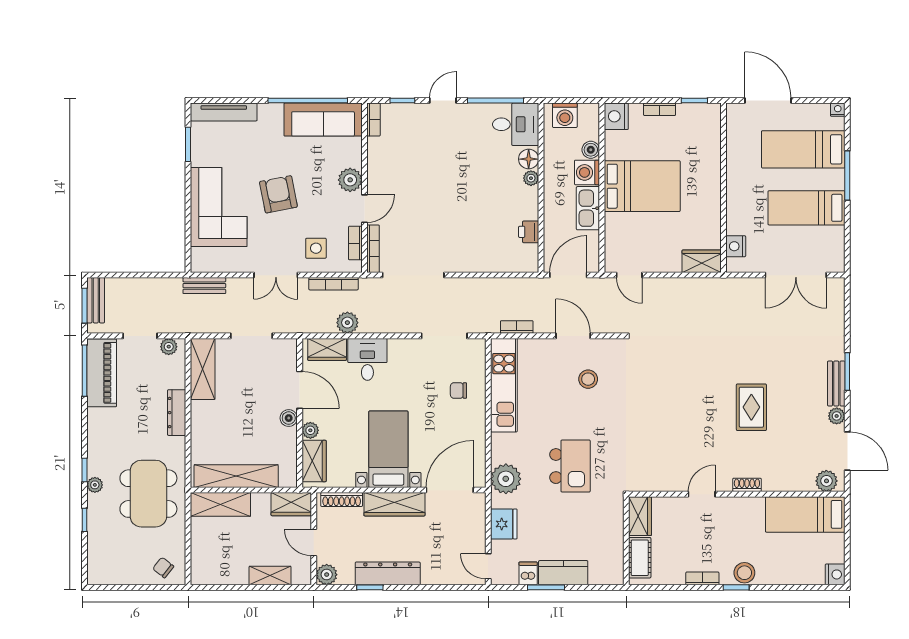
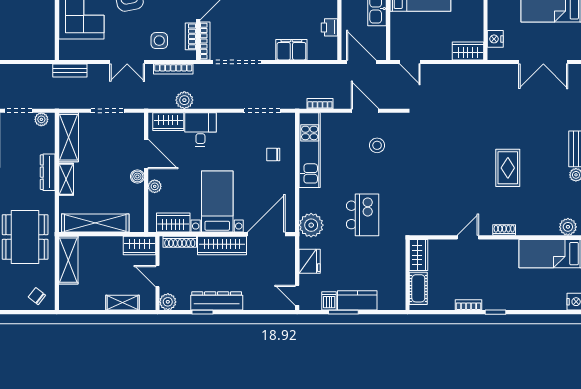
filing cabinet: (481, 260) -> (291, 50), added
door: (568, 275) -> (361, 62), hinge flipped
shelving: (200, 421) -> (66, 179), added
wardrobe: (314, 461) -> (173, 223), moved, turned -90
shelving: (220, 504) -> (68, 260), moved, turned 90
stool: (744, 573) -> (502, 300), removed

